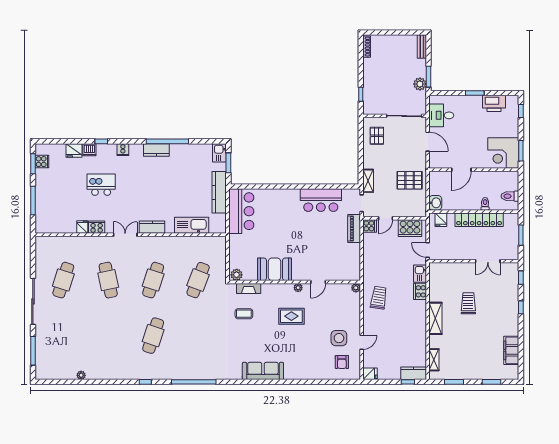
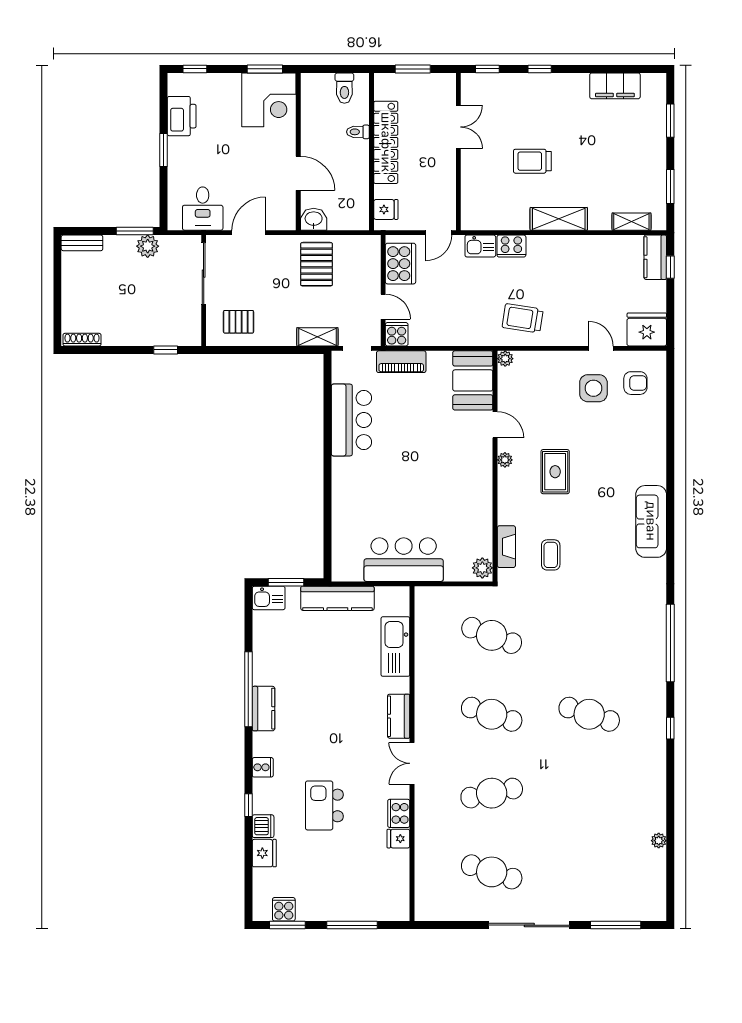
washbasin: (435, 203) -> (314, 219), moved
bar counter: (241, 211) -> (404, 560), moved
booth: (274, 269) -> (473, 380), moved
fridge: (370, 374) -> (647, 329), width x1.88, depth x1.34

